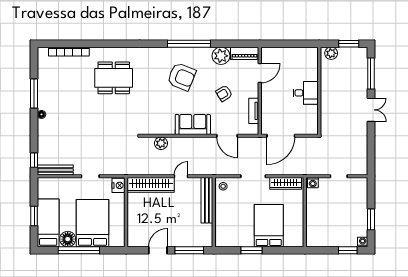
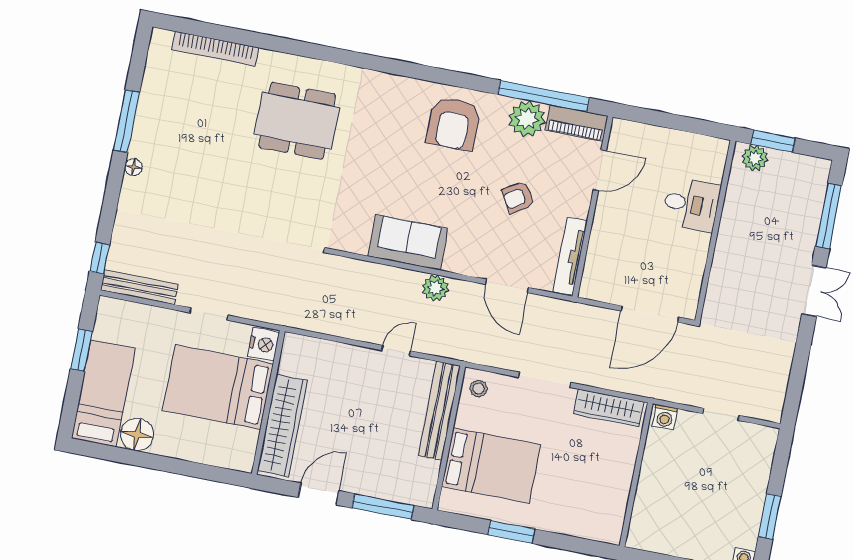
window: (189, 44) -> (543, 96), moved
window: (349, 44) -> (773, 141), moved
armchair: (182, 77) -> (454, 124), moved, turned 68
desk: (306, 93) -> (691, 204), moved
tv unit: (254, 111) -> (570, 256), width x1.41
sofa: (193, 124) -> (408, 242), moved
door: (281, 136) -> (650, 314), moved
plant: (161, 143) -> (435, 288), moved
wardrobe: (151, 185) -> (282, 426), moved, turned -90
window: (34, 216) -> (81, 350), moved
bed: (93, 223) -> (218, 387), moved, turned -90
bed: (269, 226) -> (491, 465), moved, turned 90
window: (79, 250) -> (155, 462), removed

